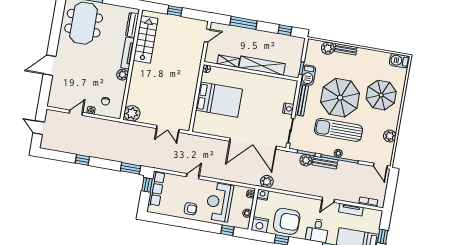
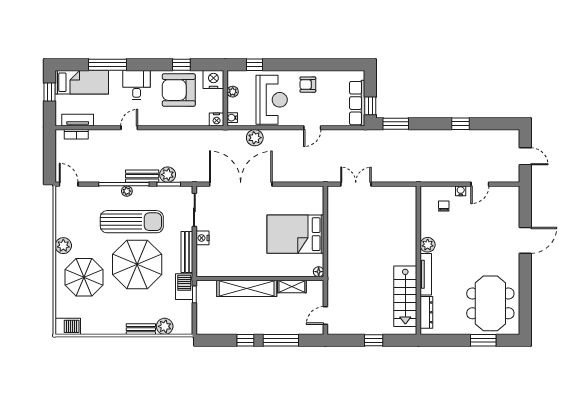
window: (285, 30) -> (245, 340), moved
plant: (132, 113) -> (406, 196), removed
plant: (390, 136) -> (63, 246), moved
plant: (267, 182) -> (255, 138), moved
tv unit: (351, 210) -> (78, 120), moved

